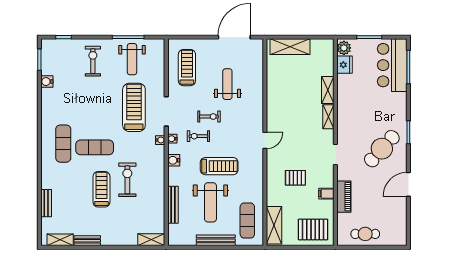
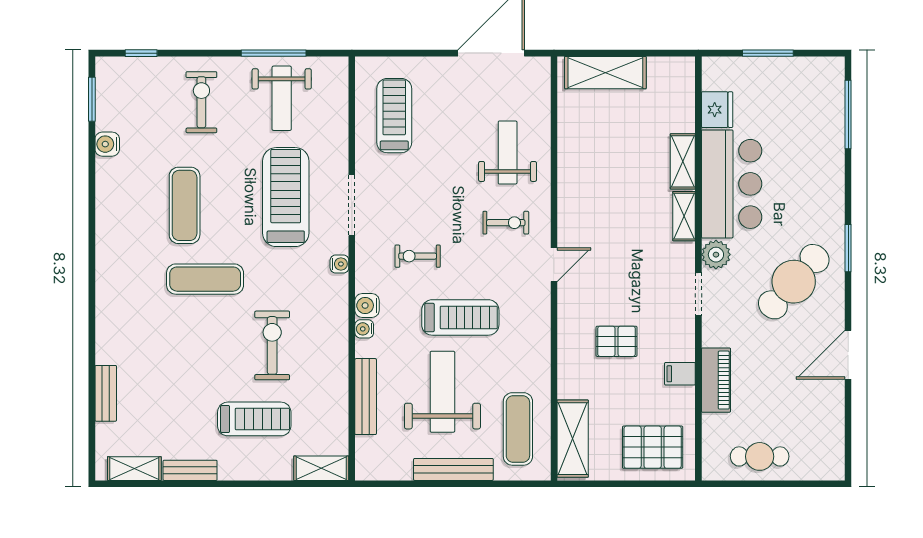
plant: (344, 48) -> (716, 255), moved
bar counter: (392, 65) -> (732, 184), moved, turned 180
weight bench: (227, 84) -> (508, 153), moved
exercise bike: (209, 117) -> (506, 223), moved
water cooler: (172, 139) -> (364, 329), moved
exercise mat: (63, 144) -> (185, 205), moved
treadmill: (101, 189) -> (254, 419), moved, turned 90
weight bench: (210, 202) -> (442, 392), turned 180

